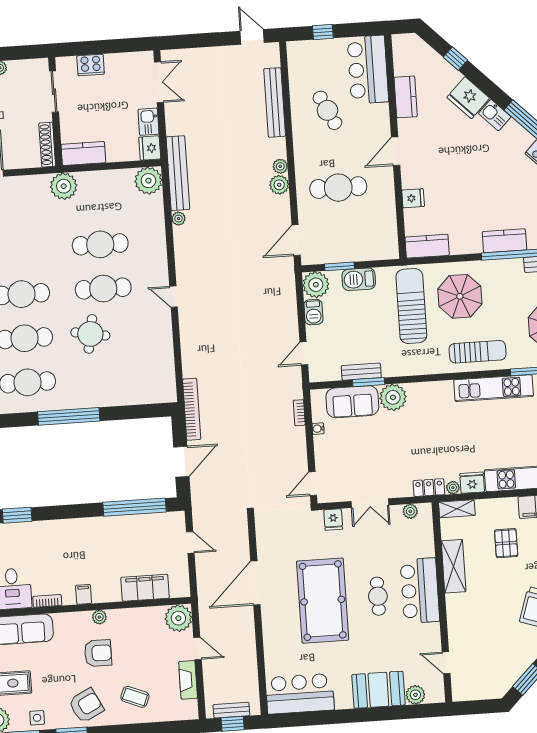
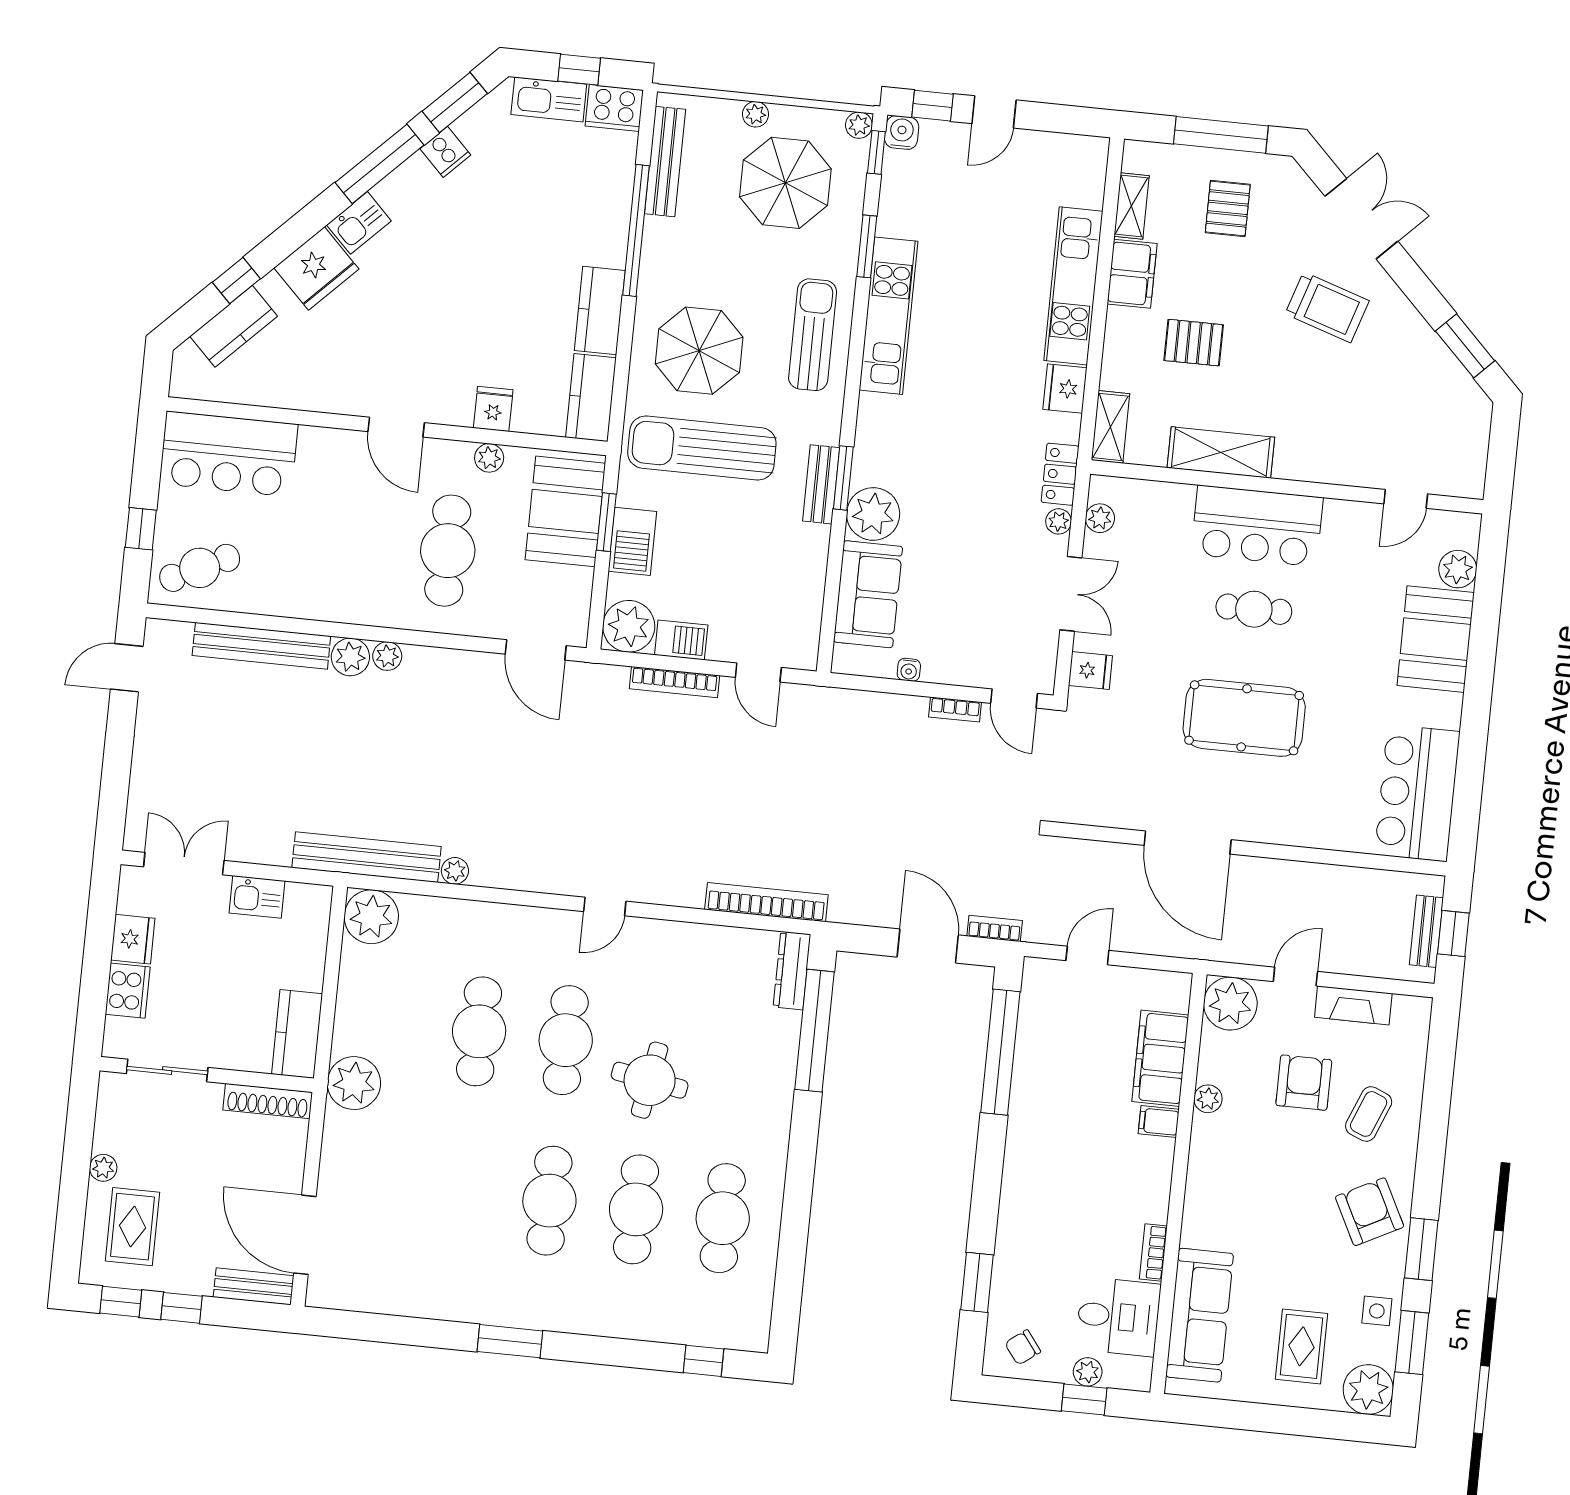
kitchen counter: (406, 97) -> (234, 326), moved, turned 135
cafe table: (327, 110) -> (200, 568), moved
fridge: (150, 148) -> (133, 939), moved, turned -90
plant: (279, 185) -> (350, 657), moved
plant: (388, 200) -> (489, 458), added
kitchen counter: (504, 241) -> (600, 311), moved
booth: (368, 243) -> (565, 511), added
window: (339, 266) -> (606, 522), moved
bookcase: (292, 312) -> (674, 682), added
bench: (361, 372) -> (821, 484), moved
window: (369, 382) -> (843, 478), moved
dresser: (157, 396) -> (792, 971), added
bookcase: (192, 409) -> (766, 902), moved
bookcase: (299, 413) -> (955, 709), moved
window: (69, 416) -> (815, 1031), moved
plant: (453, 488) -> (1059, 521), moved
bookcase: (196, 494) -> (995, 928), added
filing cabinet: (84, 594) -> (1159, 1122), moved
pool table: (323, 601) -> (1244, 718), width x0.73, depth x0.76
plant: (99, 617) -> (1208, 1099), moved
armchair: (98, 653) -> (1304, 1083), moved

